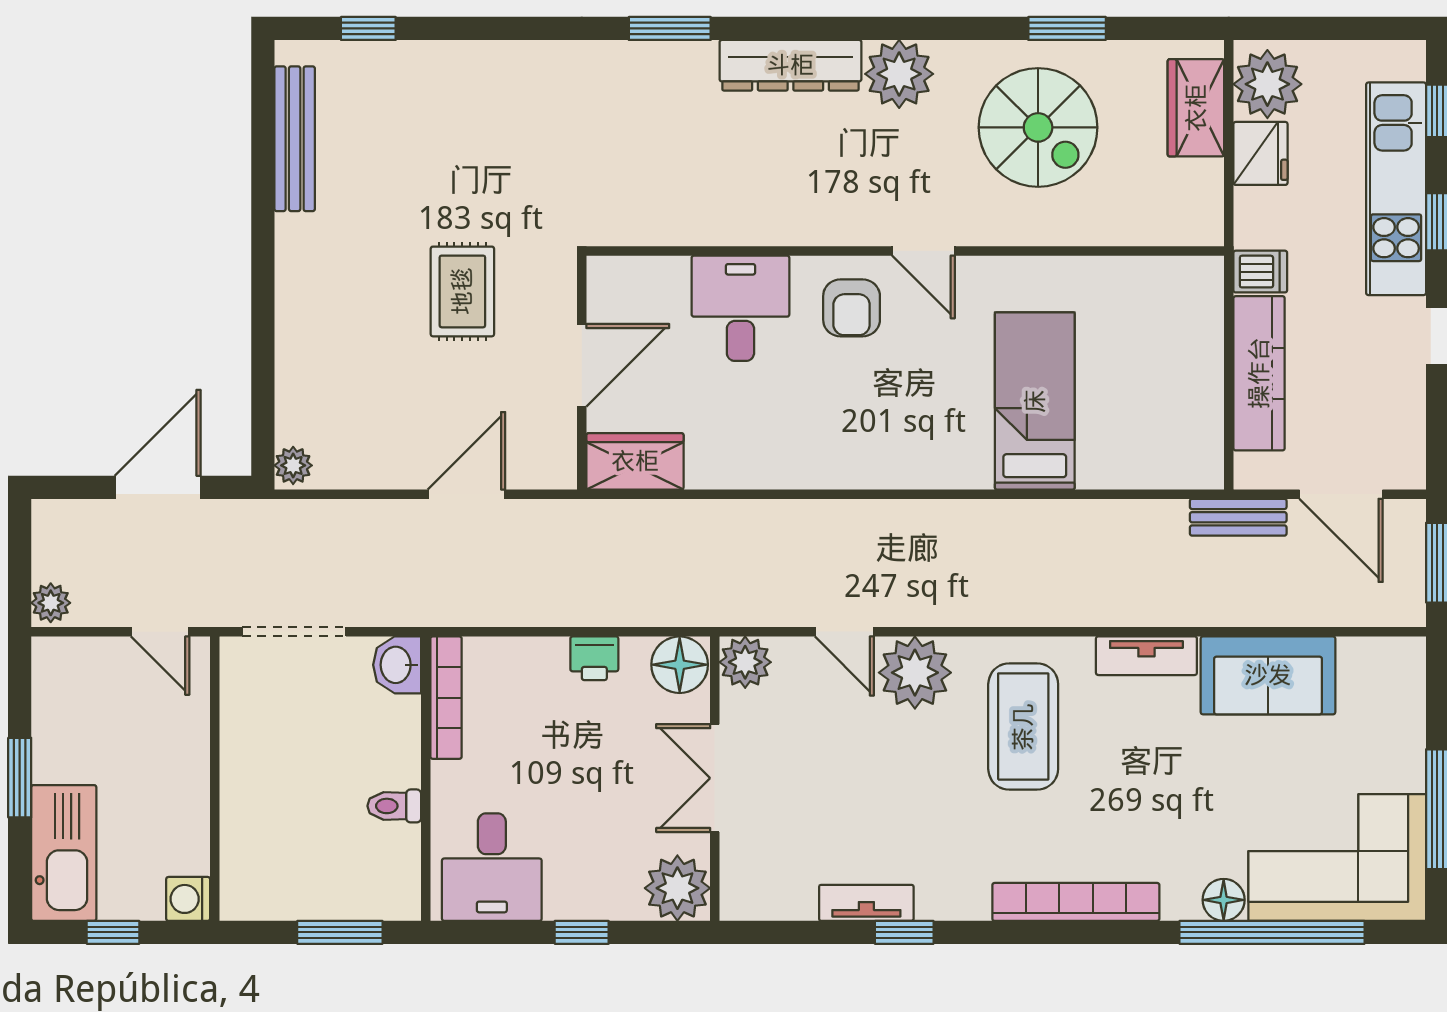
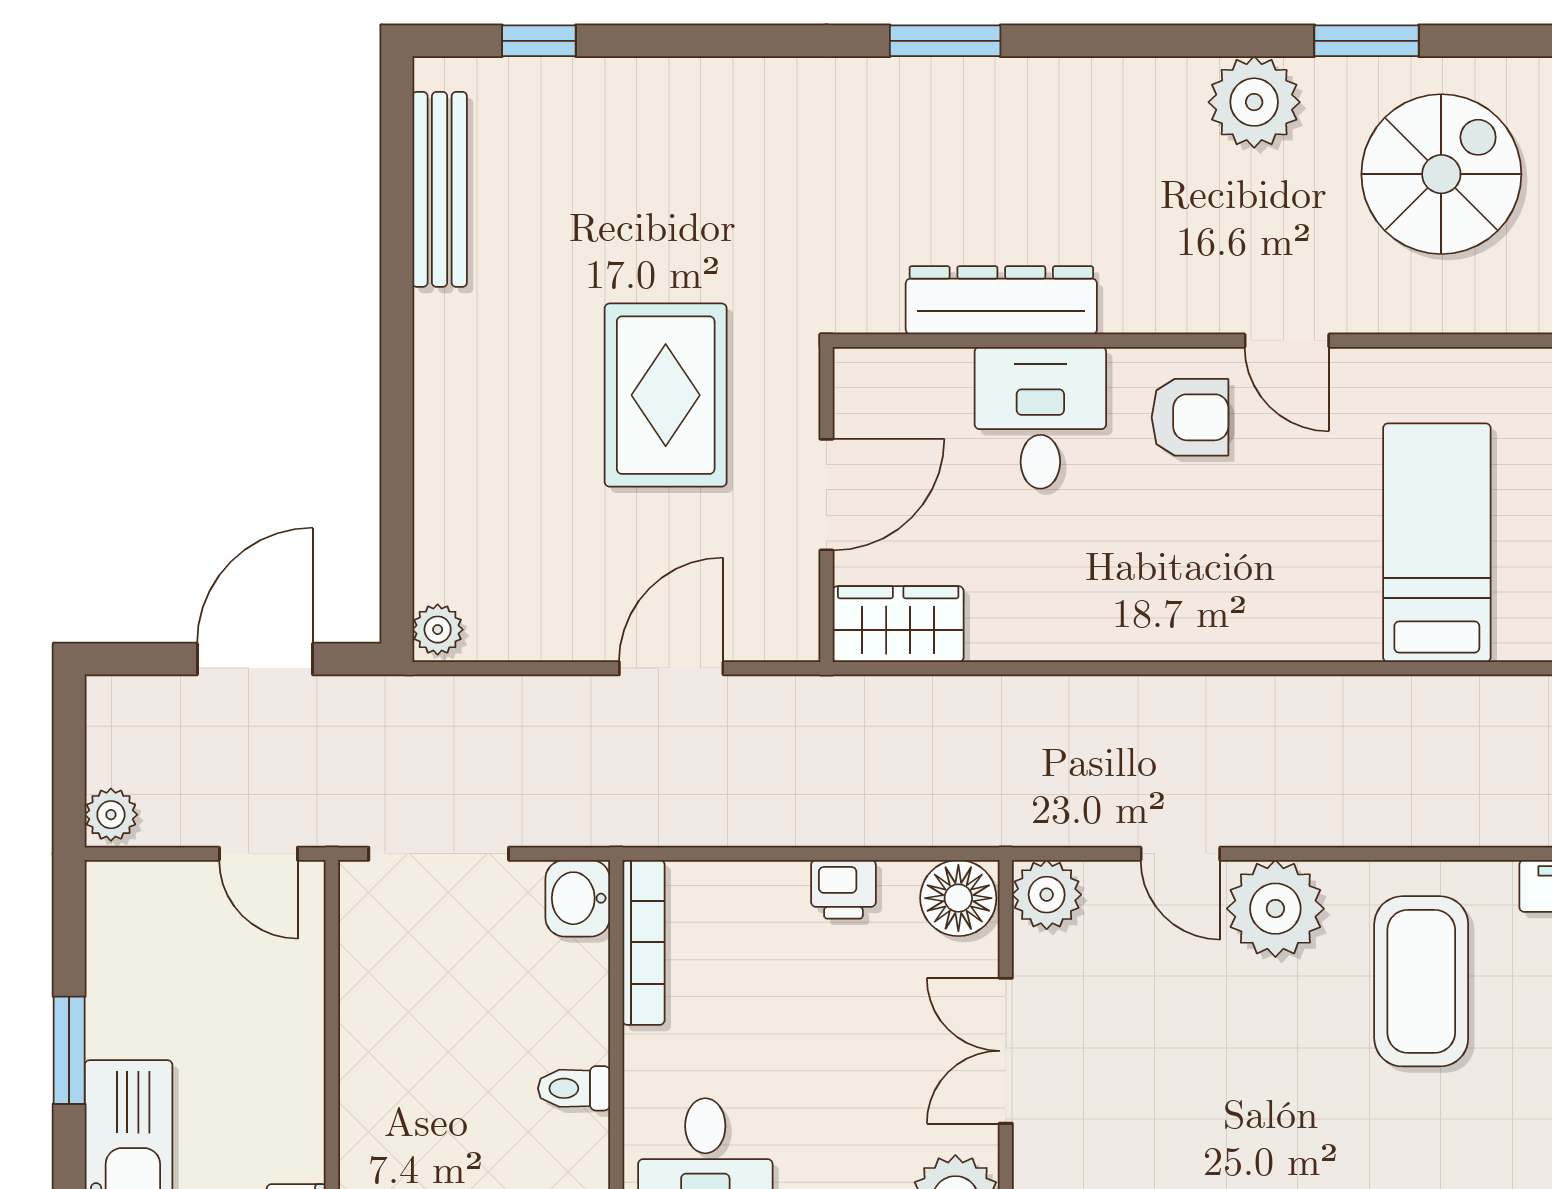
window: (1067, 28) -> (1367, 41), moved
dresser: (790, 65) -> (1001, 300), moved, turned 180
spiral stairs: (1038, 127) -> (1441, 174), turned -90
rug: (462, 291) -> (666, 395), width x1.36, depth x1.43
armchair: (852, 308) -> (1190, 417), turned -90

